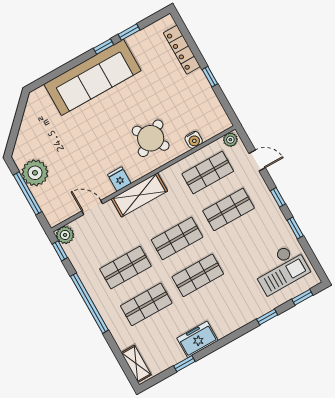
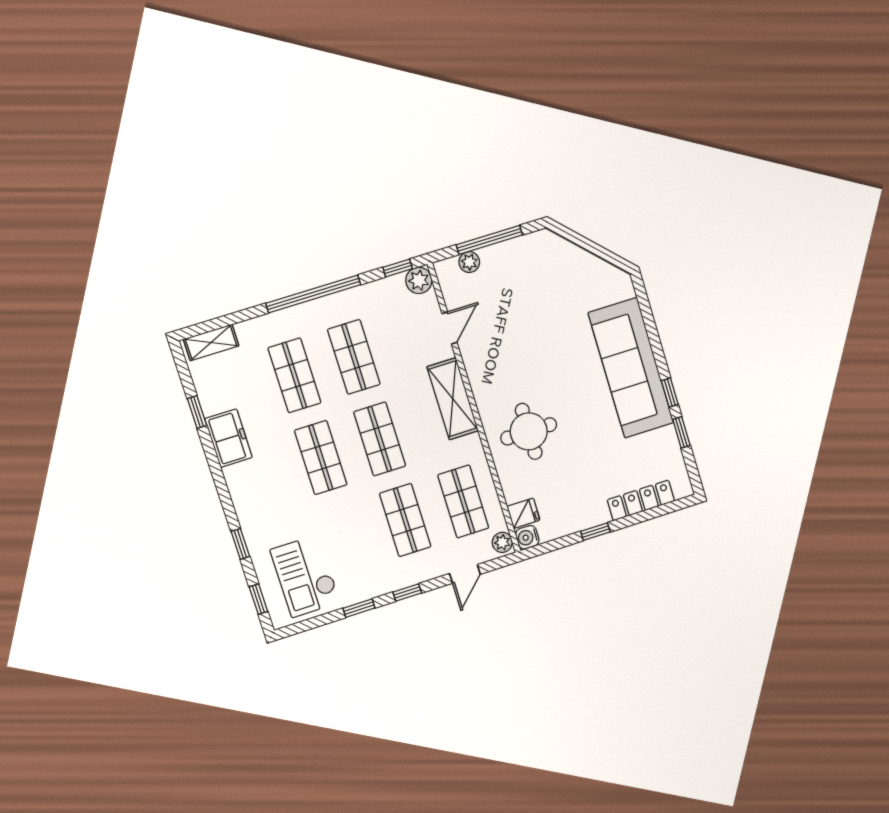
round table: (151, 138) -> (529, 431), turned 32
water cooler: (194, 140) -> (527, 537), moved
plant: (35, 173) -> (469, 262), moved, width x0.53, depth x0.53
fridge: (119, 179) -> (523, 513), moved

